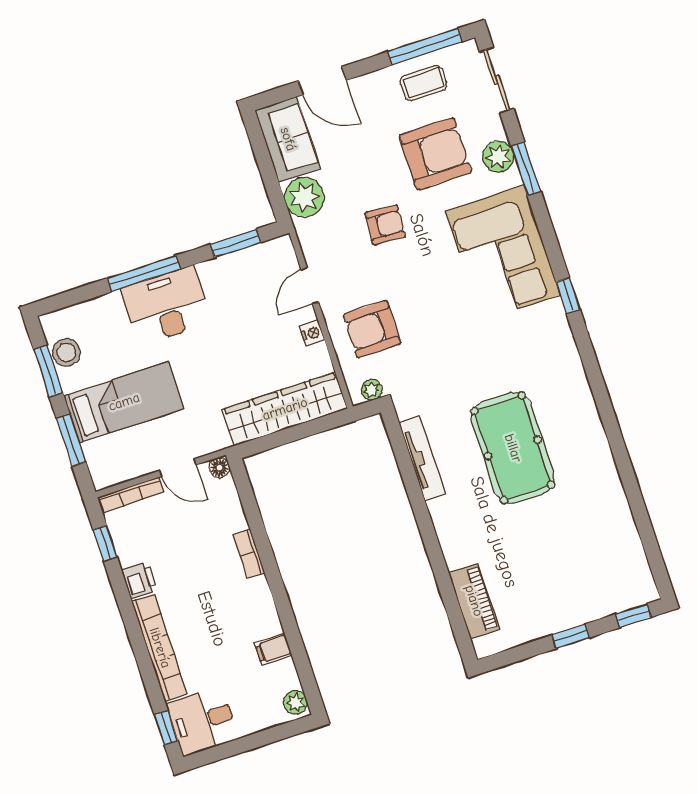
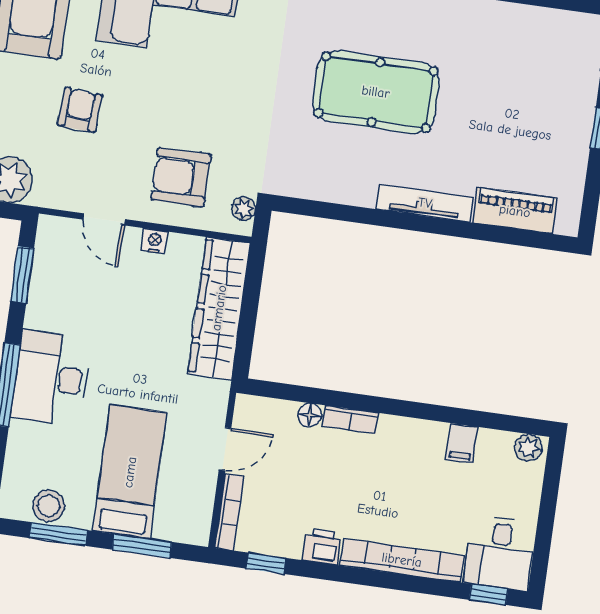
armchair: (372, 329) -> (181, 177), turned 90
tv unit: (422, 458) -> (425, 203), moved
floor lamp: (219, 468) -> (310, 415), moved

